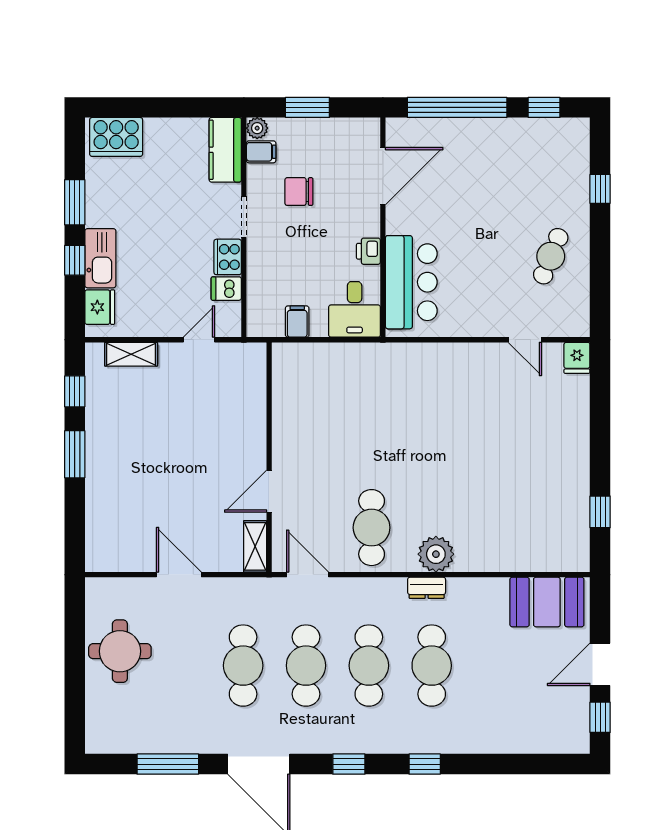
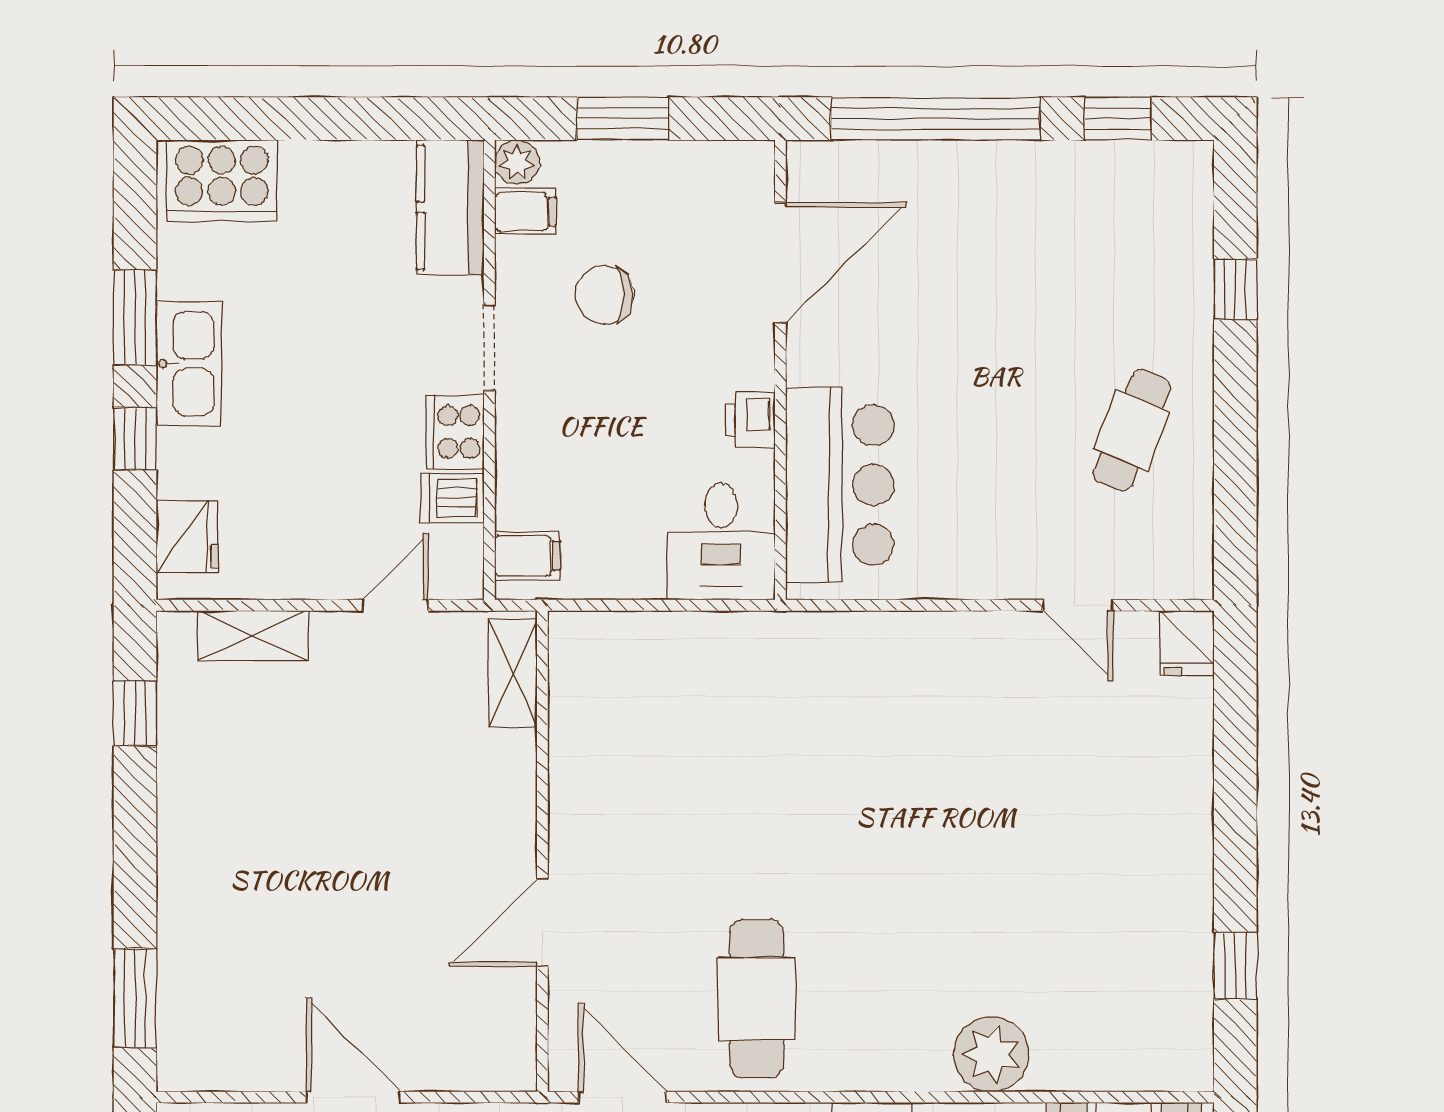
kitchen sink: (100, 258) -> (189, 364), moved
filing cabinet: (297, 322) -> (527, 556), moved, turned 90
window: (75, 454) -> (135, 998), moved
shelving: (255, 546) -> (513, 673), moved
plant: (436, 554) -> (991, 1054), moved

